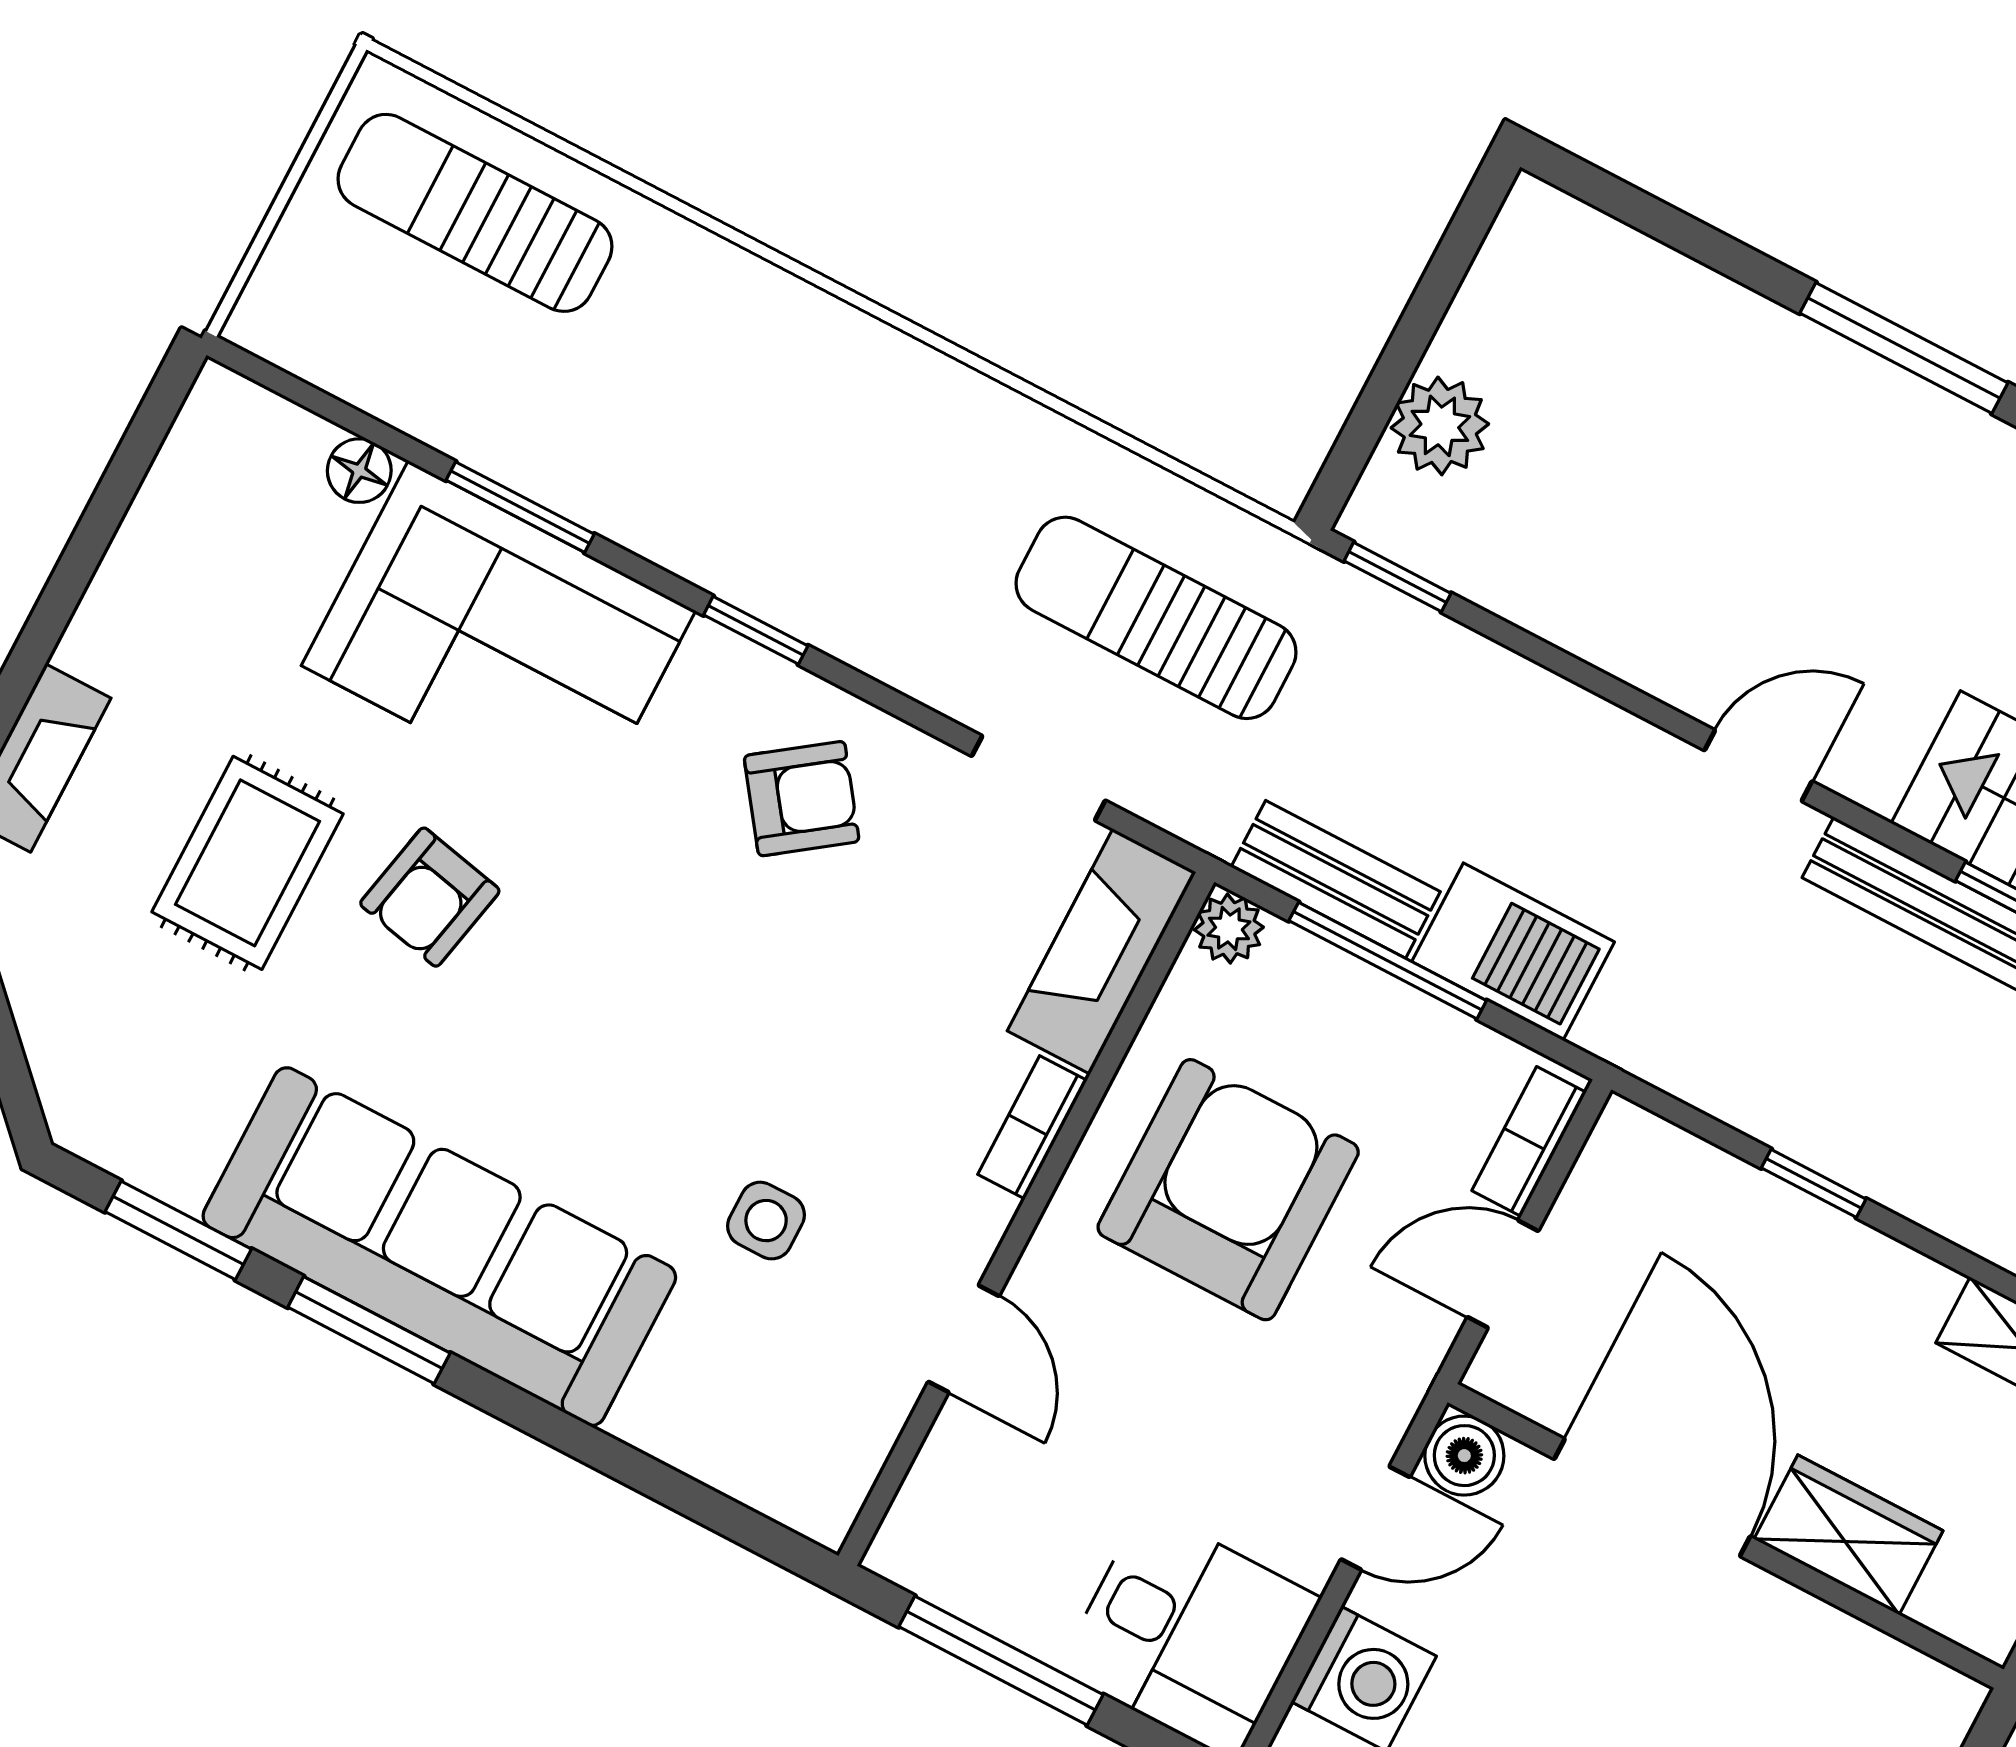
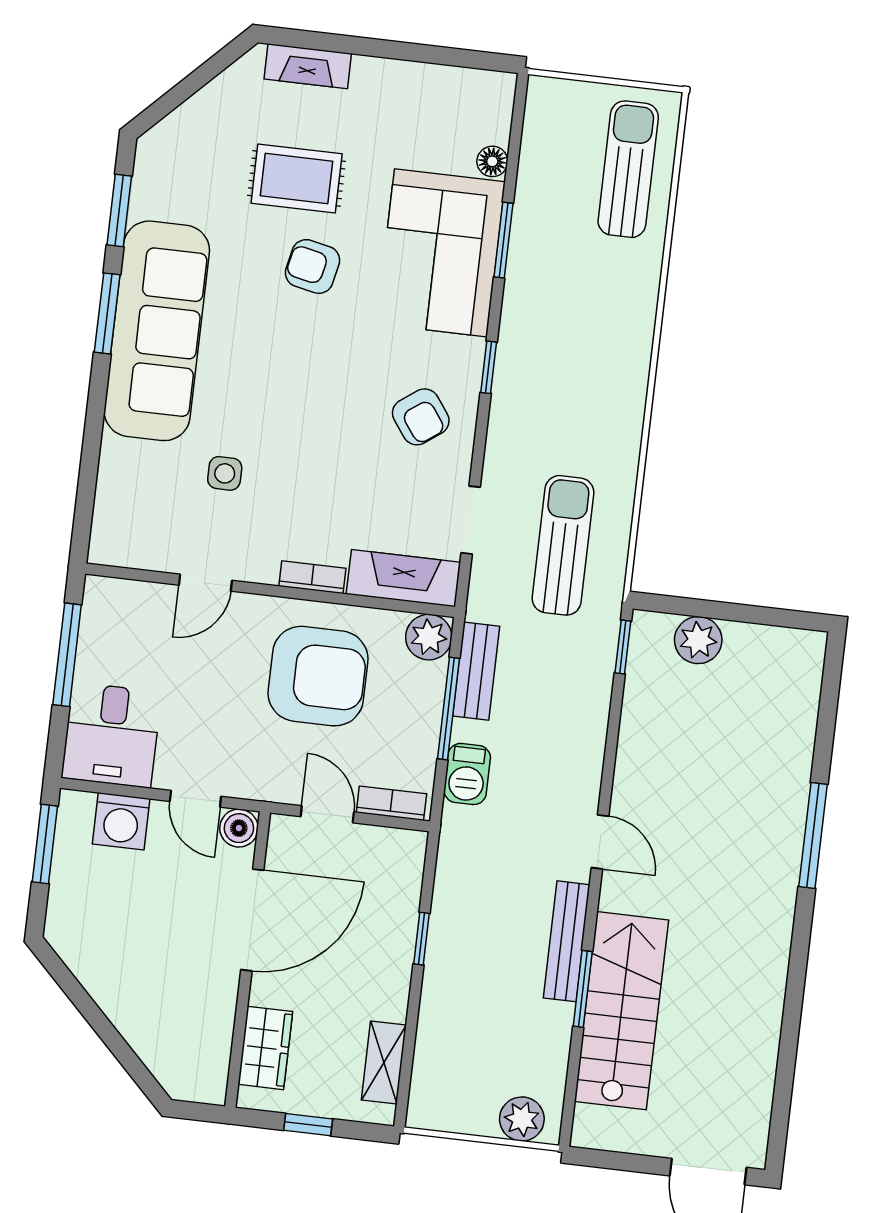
plant: (1229, 928) -> (429, 637), width x1.38, depth x1.38
barbecue: (1513, 952) -> (467, 774), width x0.73, depth x0.79
wardrobe: (1848, 1535) -> (265, 1048), moved

